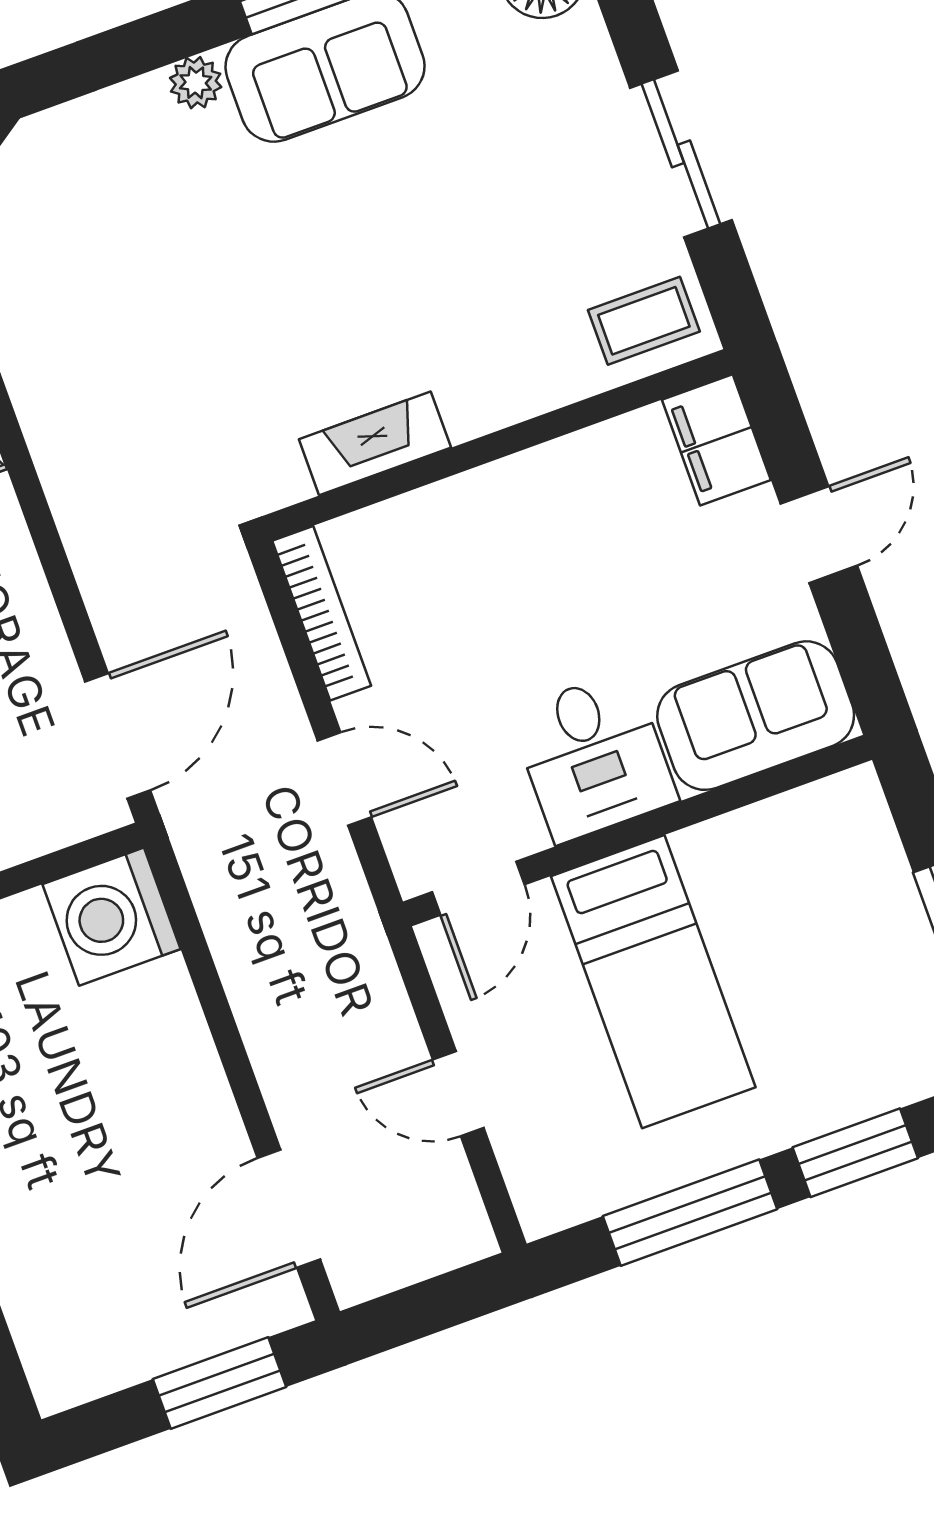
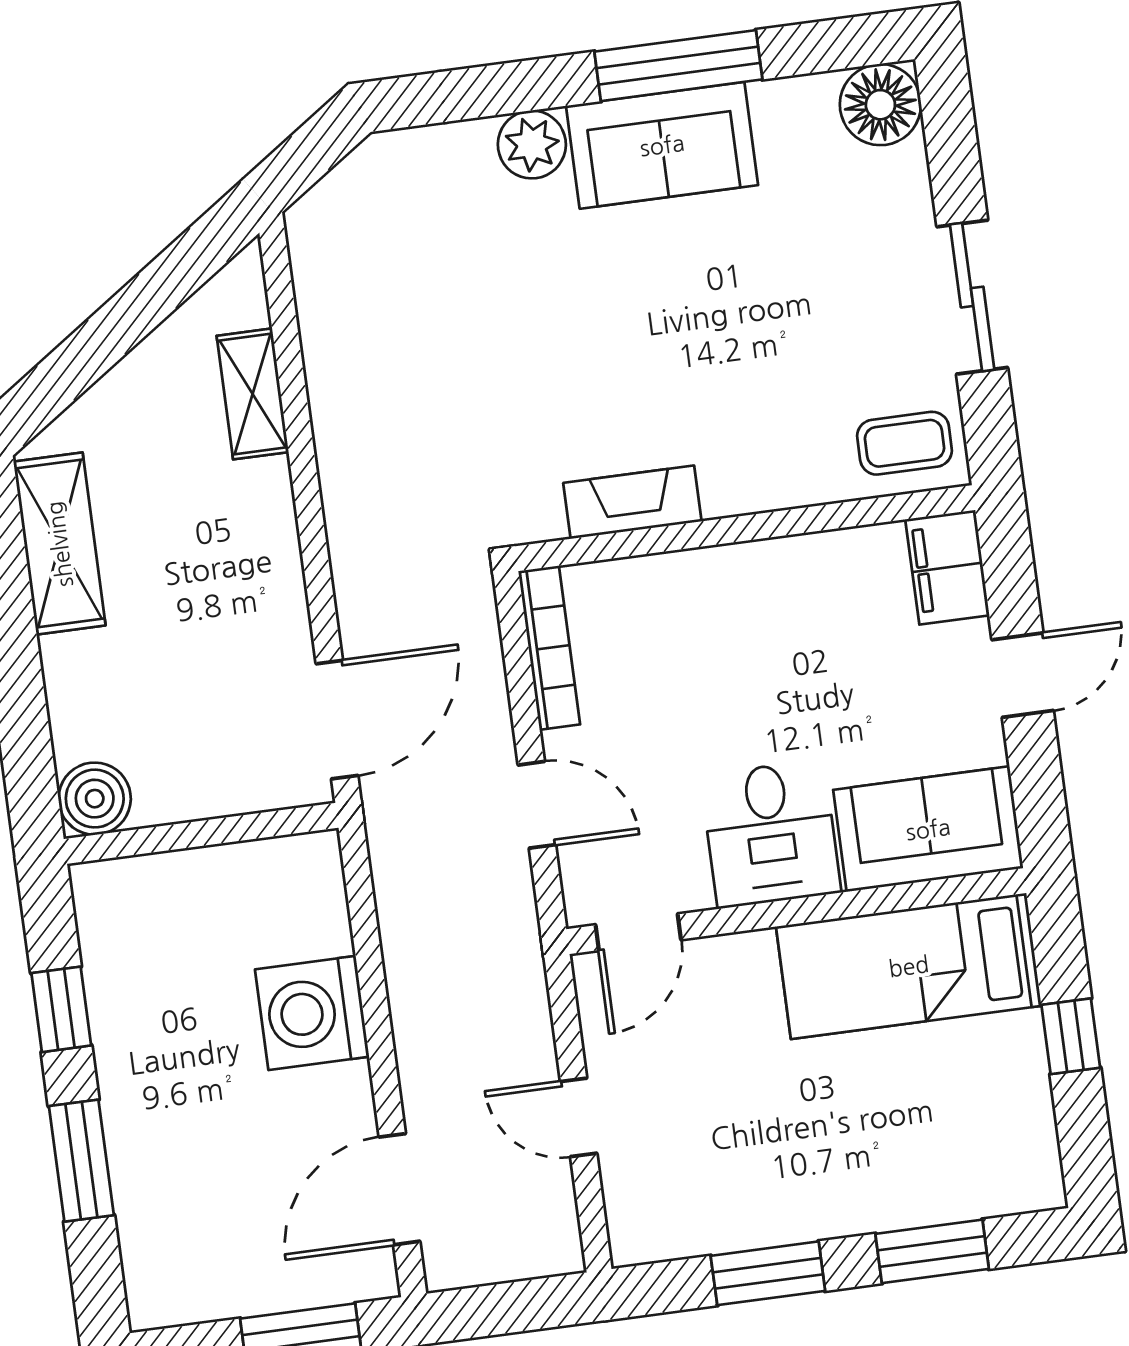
plant: (196, 83) -> (532, 145), width x1.38, depth x1.38
washing machine: (112, 917) -> (312, 1013), moved
bed: (653, 982) -> (909, 966), moved, turned 90
window: (690, 1213) -> (768, 1273), width x0.69

